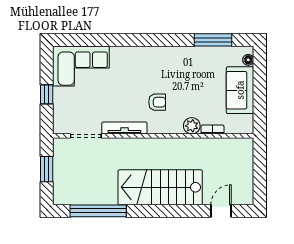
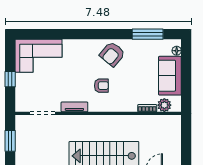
armchair: (170, 64) -> (112, 54), added
plant: (192, 126) -> (164, 105), moved
tv unit: (124, 128) -> (74, 107), width x0.71

